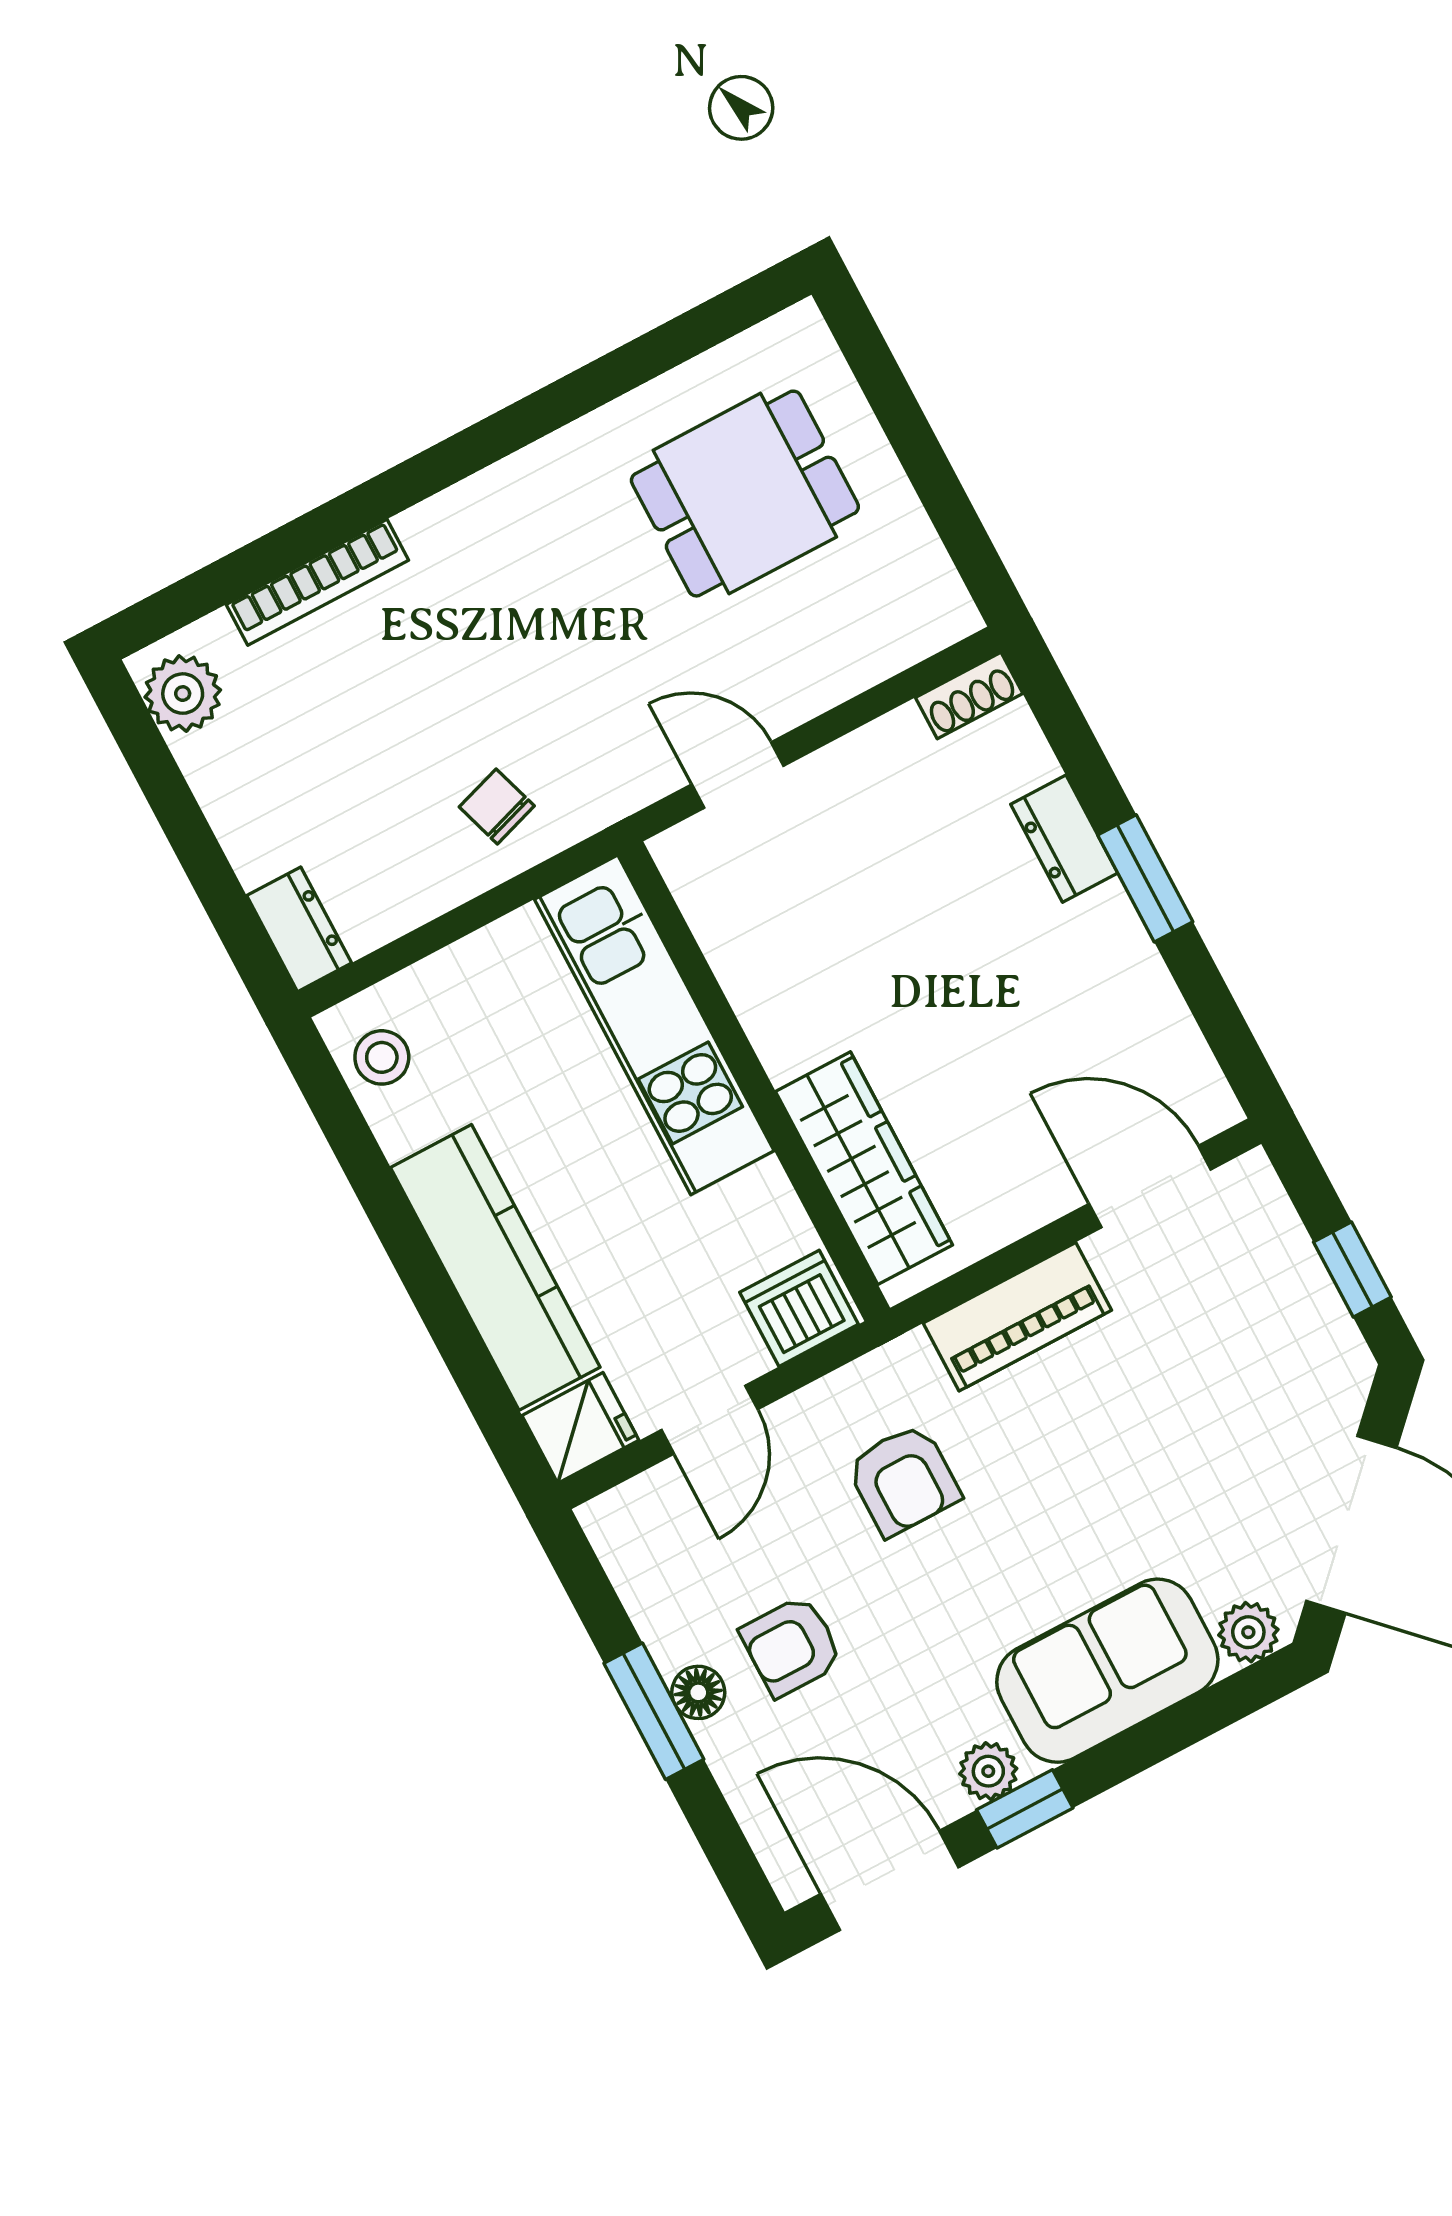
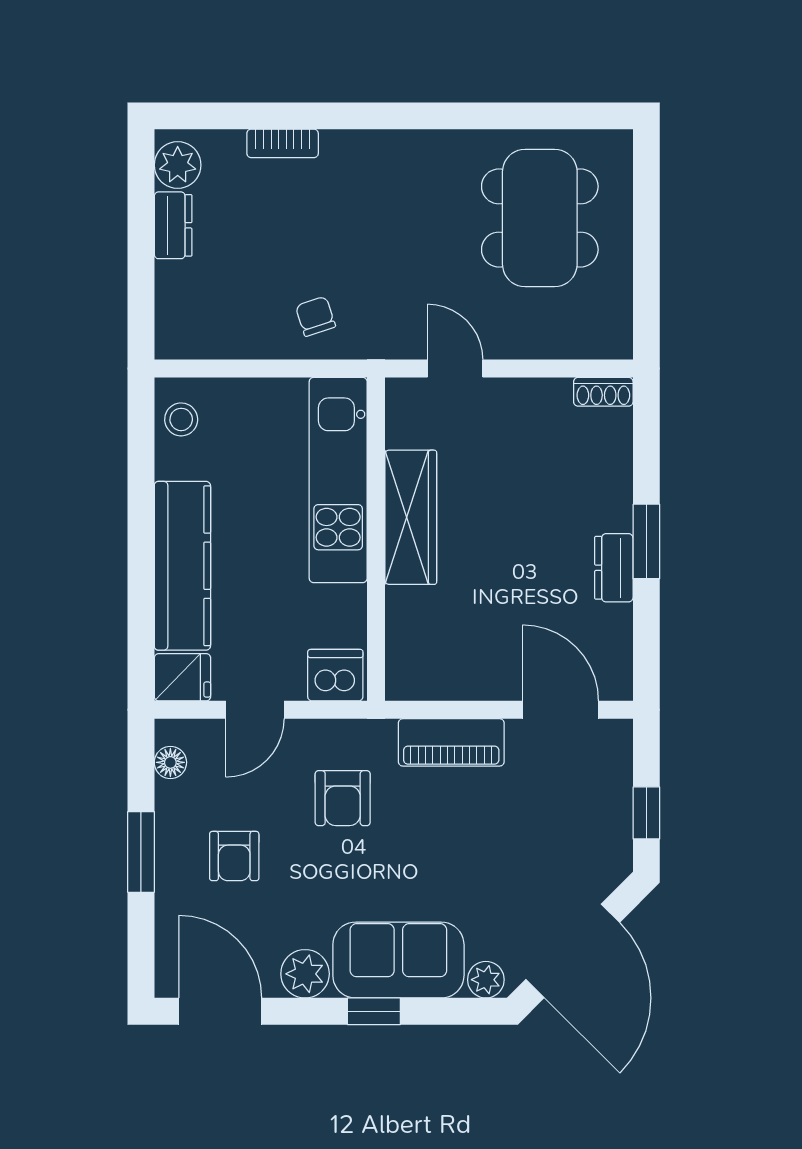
dining table: (745, 494) -> (540, 218), width x1.37
bookcase: (317, 582) -> (283, 143), width x0.64
dresser: (1064, 839) -> (614, 568), moved
dresser: (299, 929) -> (173, 225), moved
wardrobe: (864, 1168) -> (411, 517), moved
armchair: (791, 1646) -> (234, 856), turned -90
floor lamp: (698, 1692) -> (170, 762), moved
plant: (988, 1771) -> (305, 974), width x1.38, depth x1.38
window: (1025, 1809) -> (374, 1011), moved

